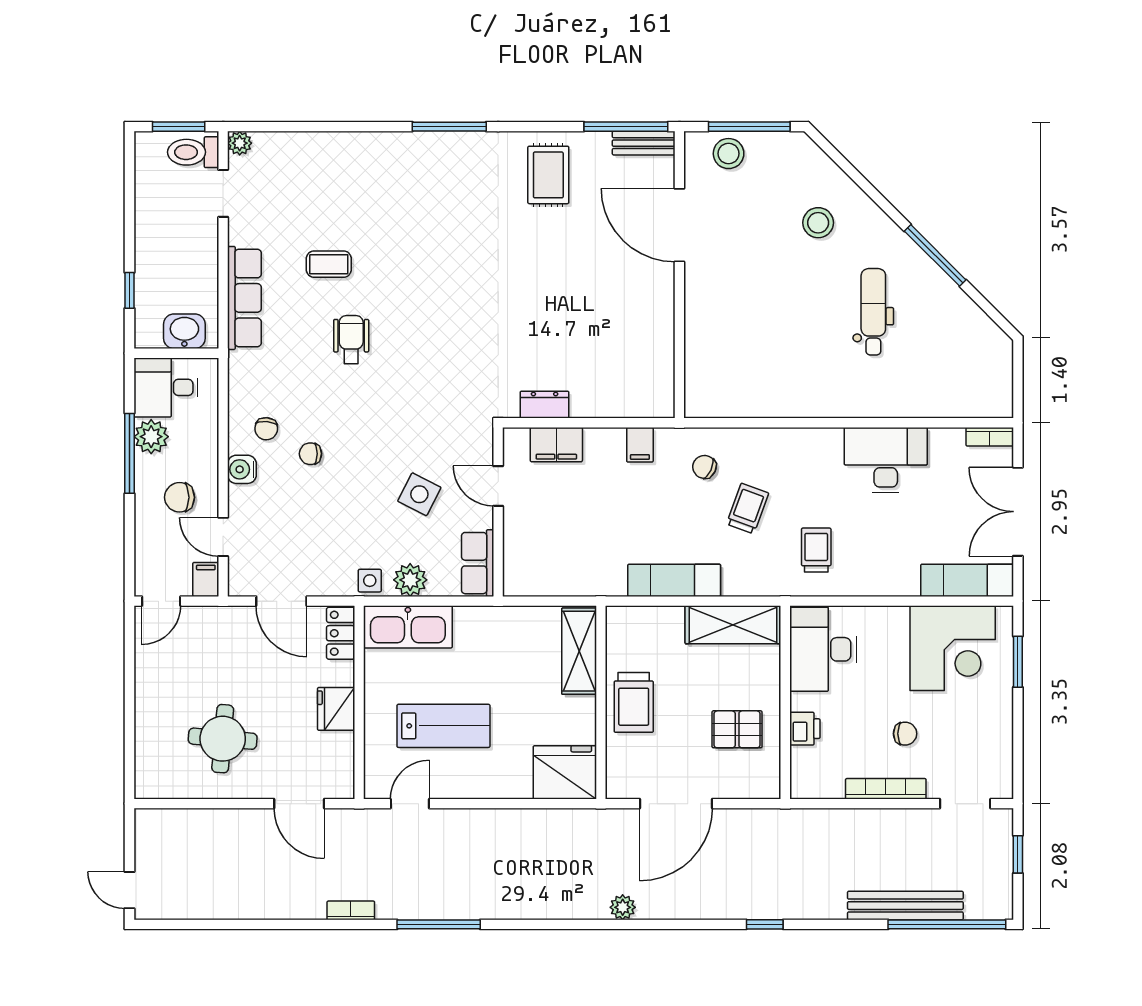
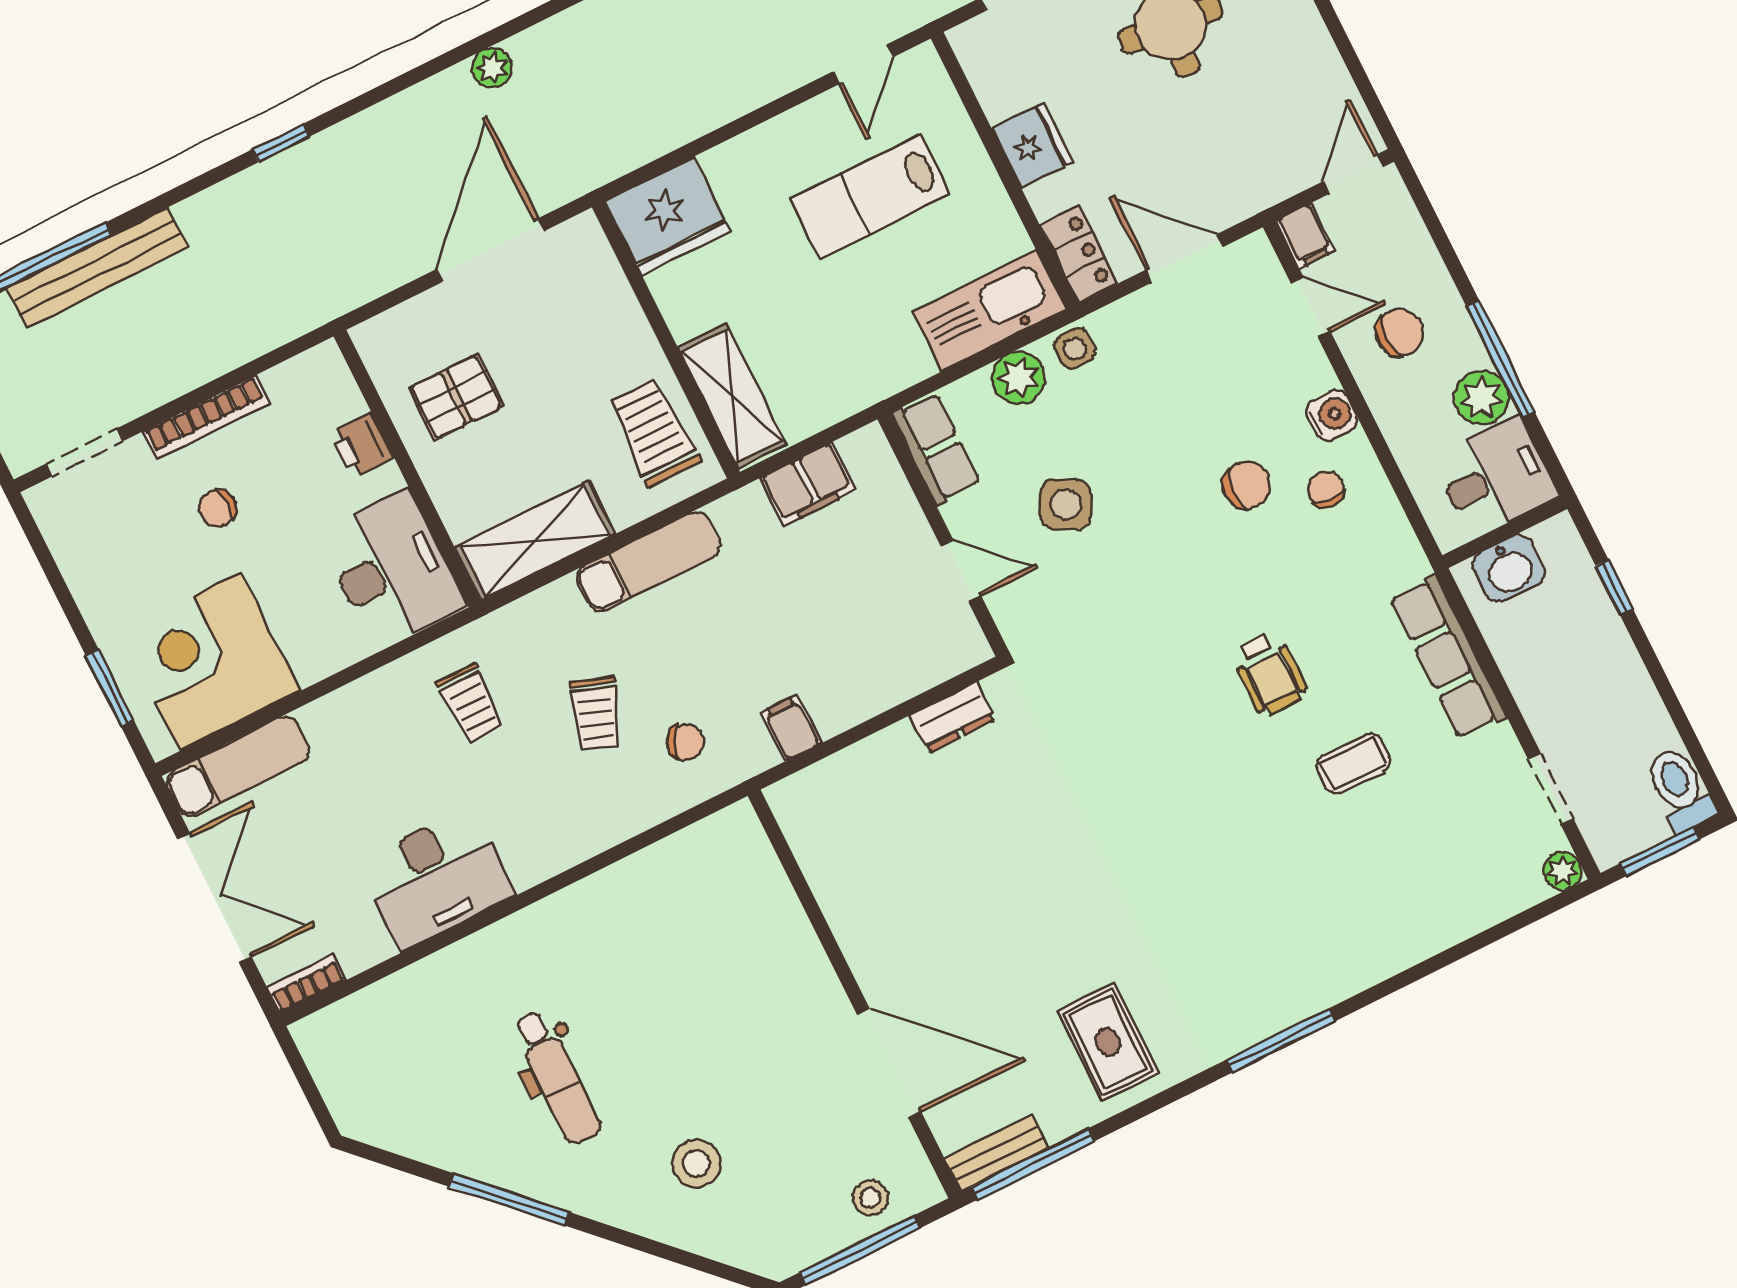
toilet: (193, 152) -> (1680, 789), moved, turned -90
stool: (729, 154) -> (870, 1198), width x0.73, depth x0.73
filing cabinet: (556, 445) -> (808, 484), moved, turned 180
chair: (310, 454) -> (1247, 485), width x1.37, depth x1.37
trolley: (634, 702) -> (654, 432), moved

